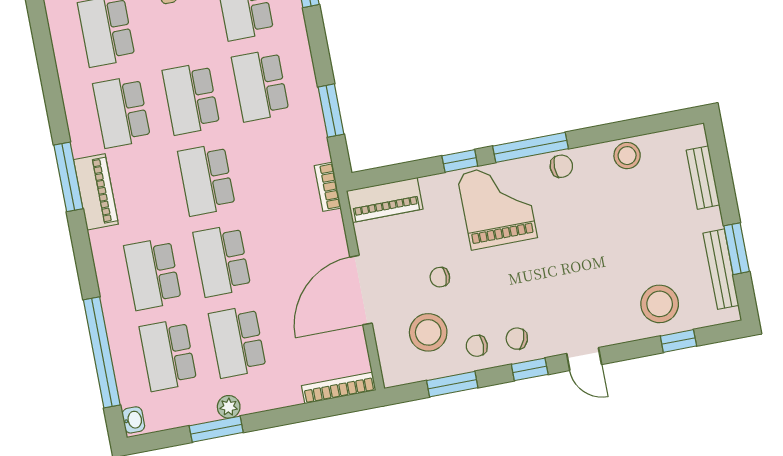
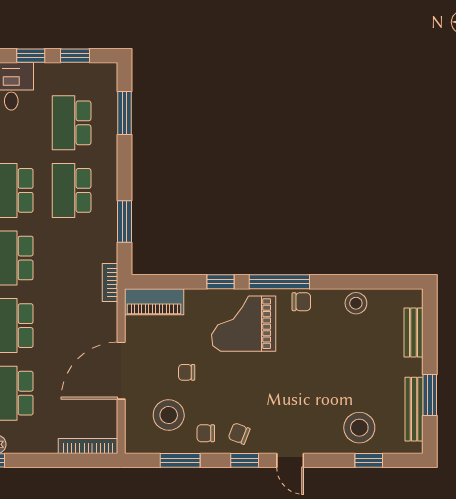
grand piano: (497, 206) -> (244, 324), turned -90

